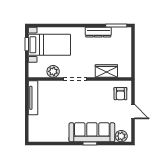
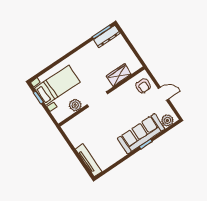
dresser: (98, 32) -> (107, 36), moved
tv unit: (33, 98) -> (89, 160), moved

